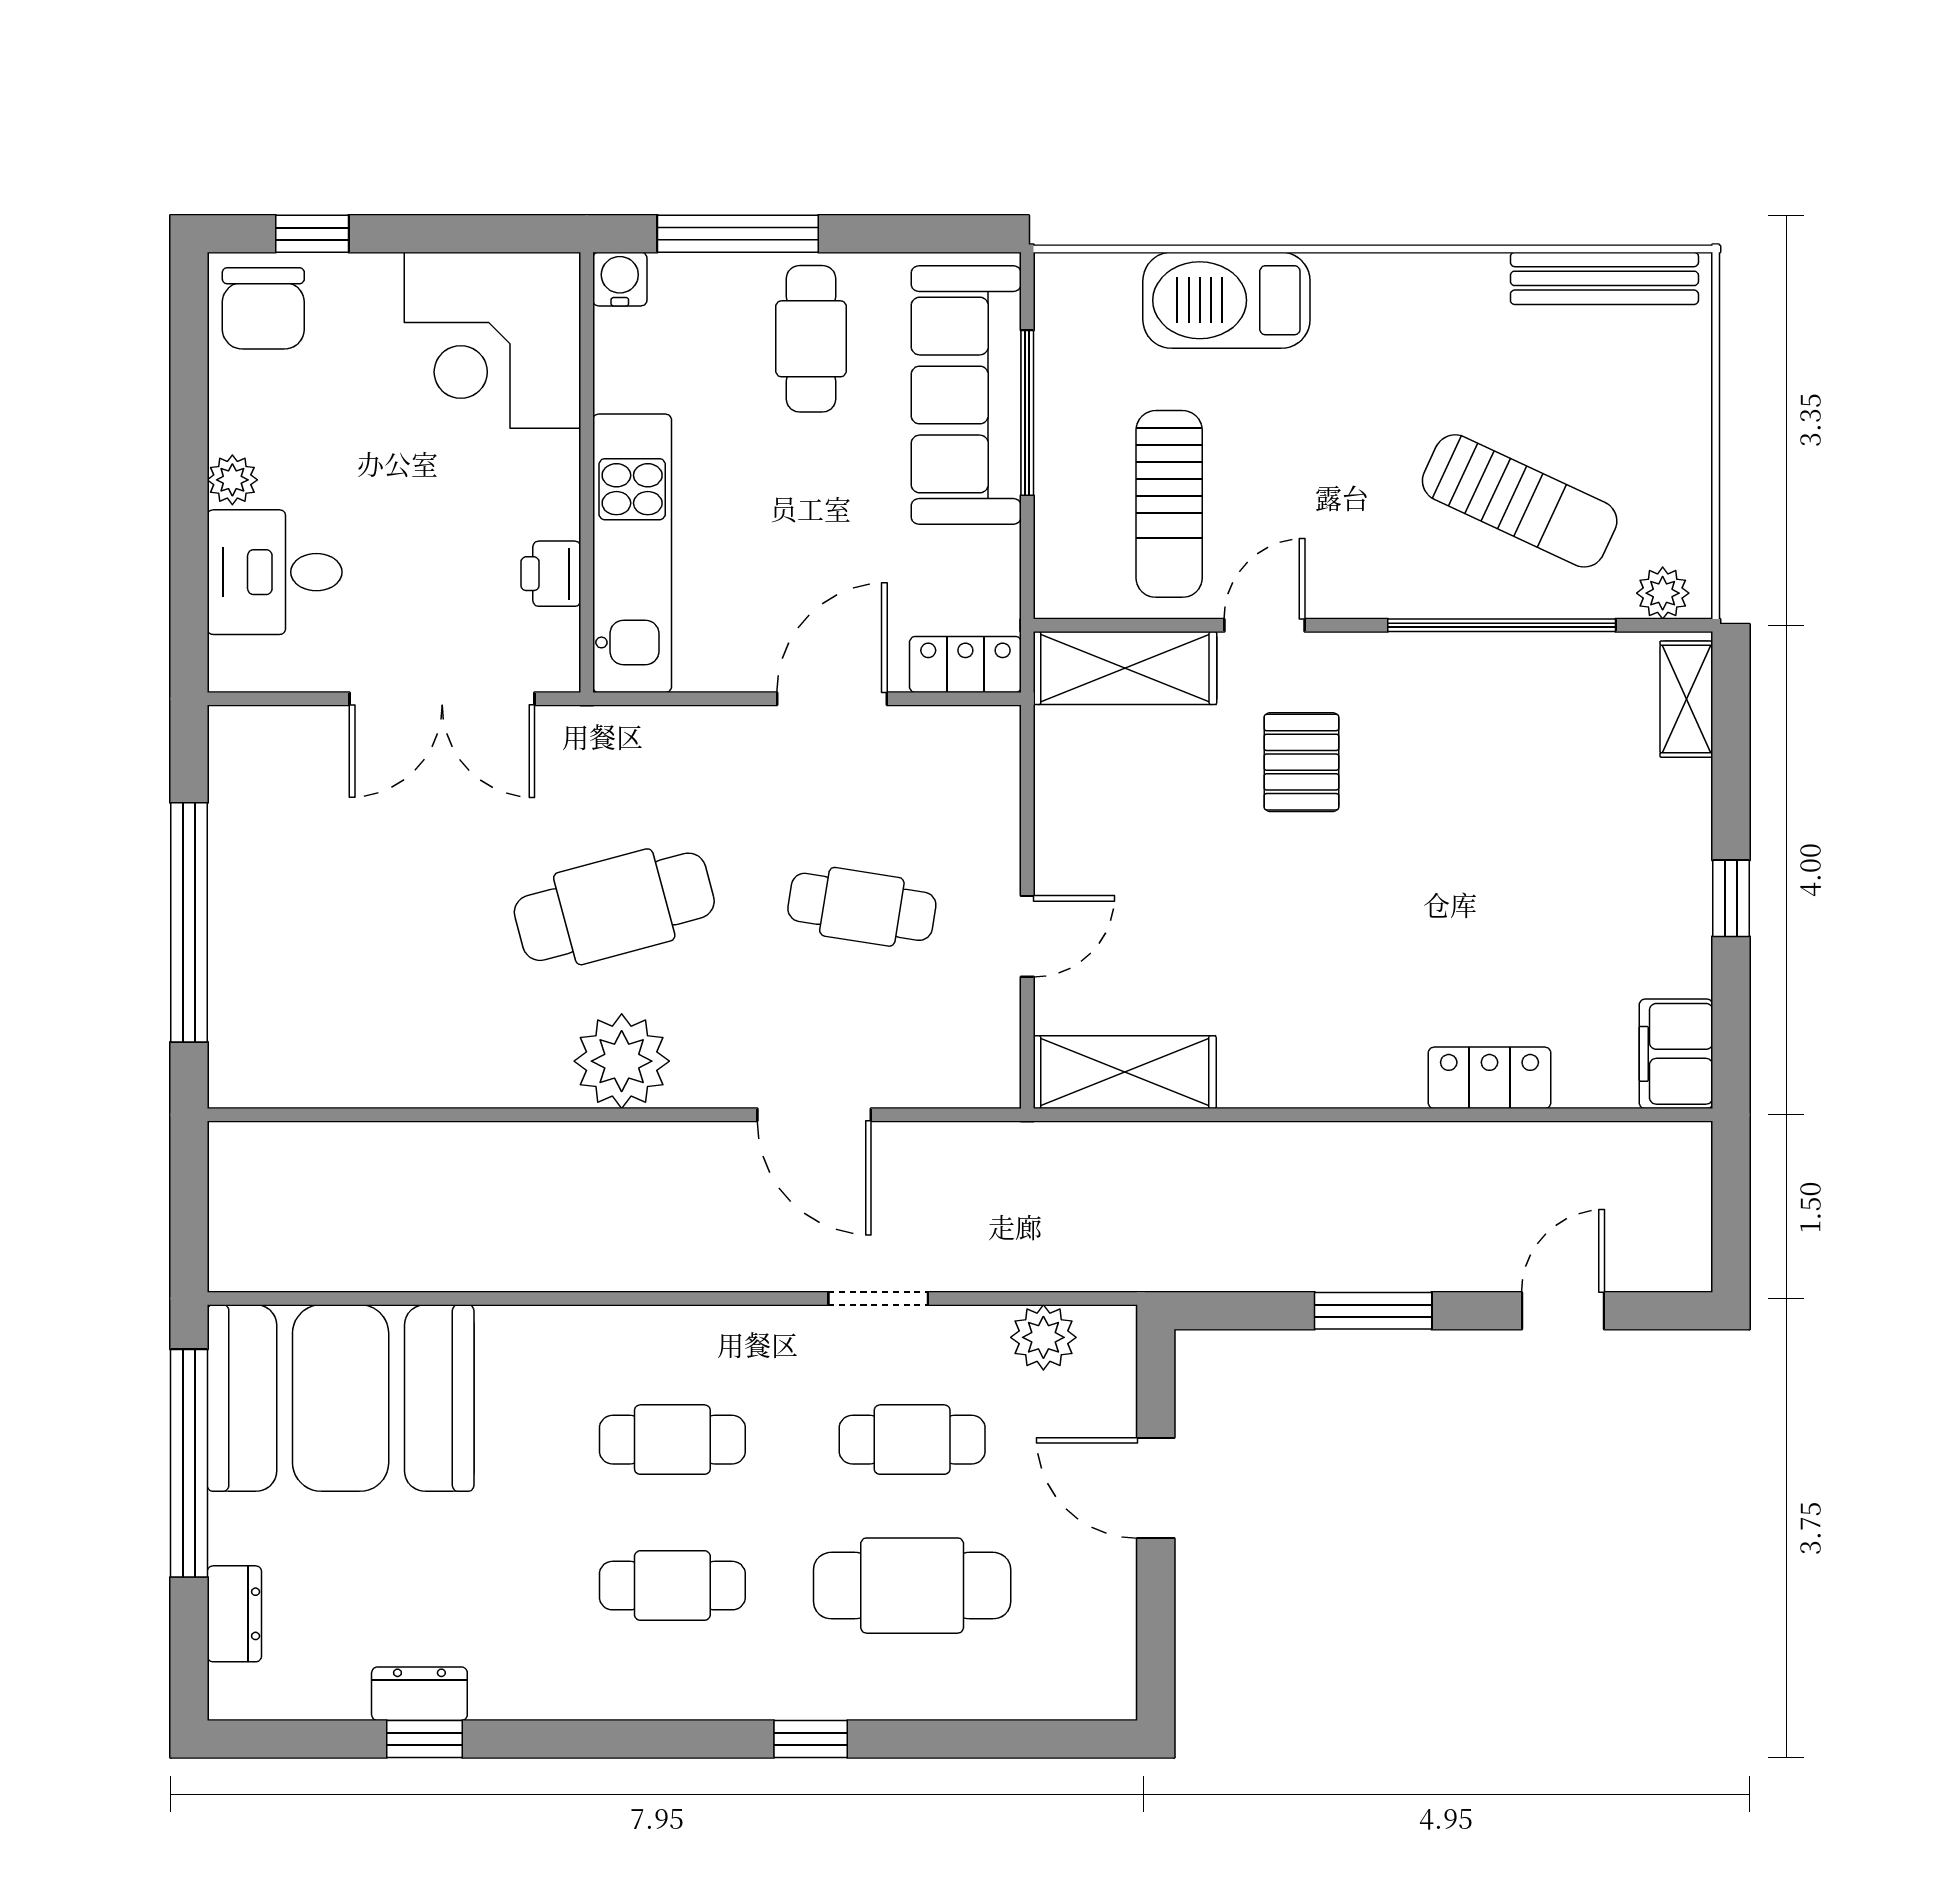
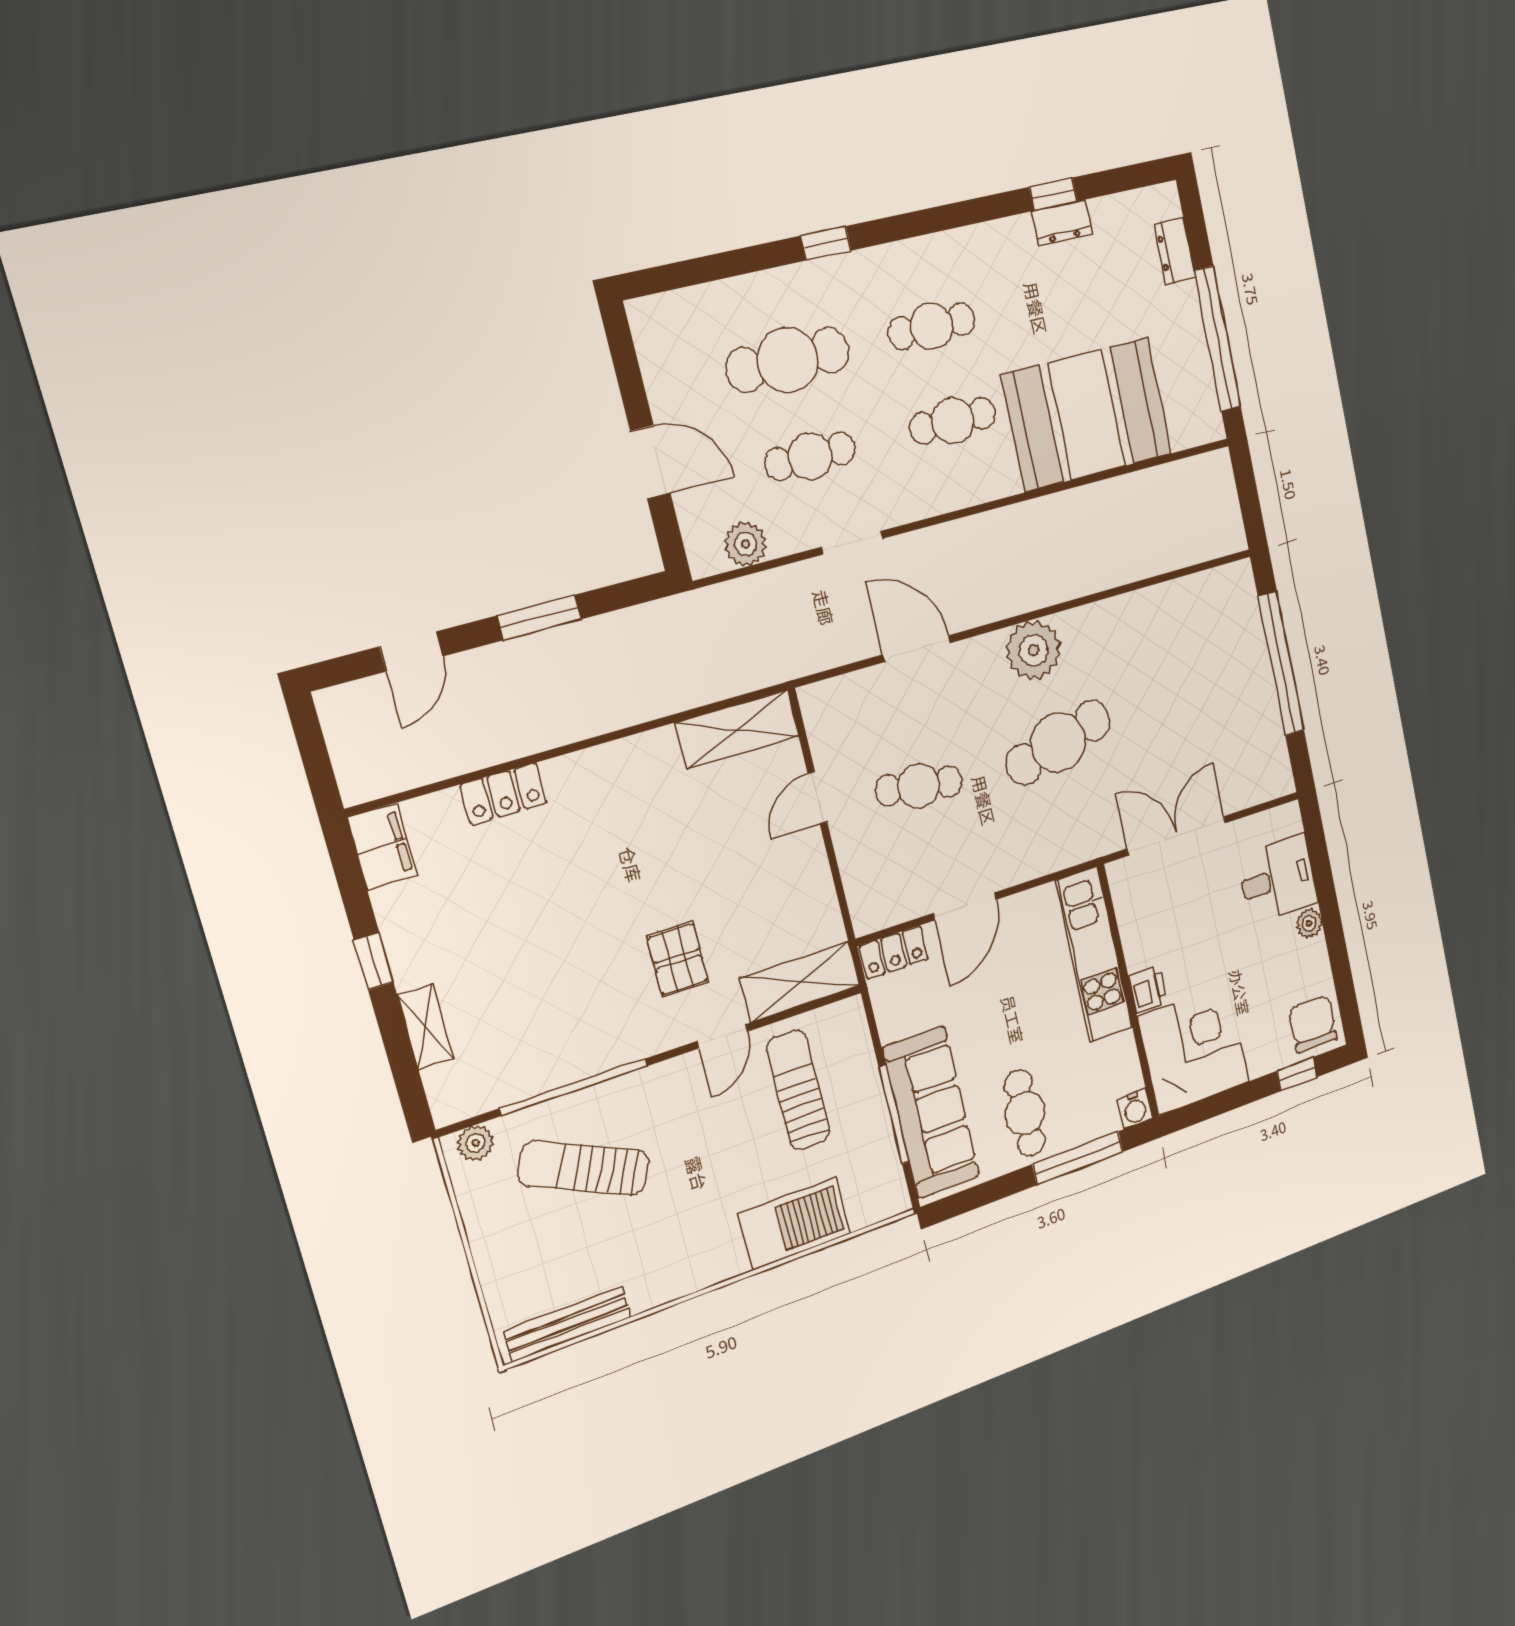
printer: (551, 574) -> (1148, 989), moved
shelving: (1686, 699) -> (425, 1027), moved
booth: (341, 1398) -> (1087, 415), moved

